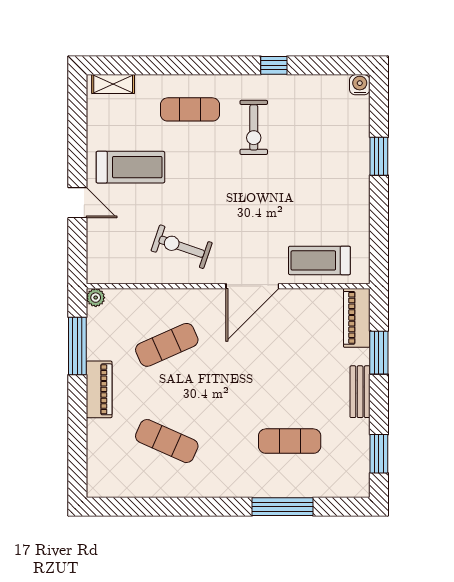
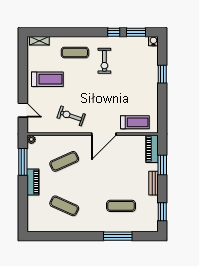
window: (322, 65) -> (136, 32), added
door: (77, 203) -> (23, 110), moved
treadmill: (319, 260) -> (135, 122), turned 180

